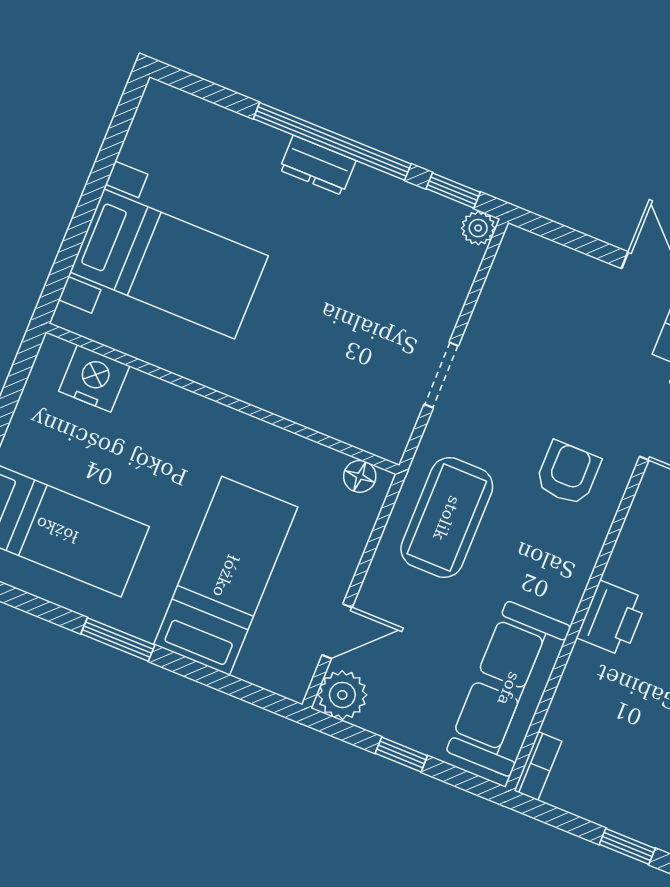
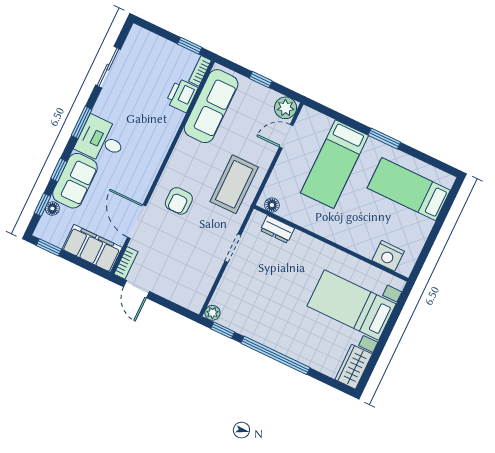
wardrobe: (156, 127) -> (354, 367), added
dresser: (318, 165) -> (277, 229), moved, turned 180
printer: (612, 618) -> (182, 95), moved
window: (627, 846) -> (190, 46), moved

